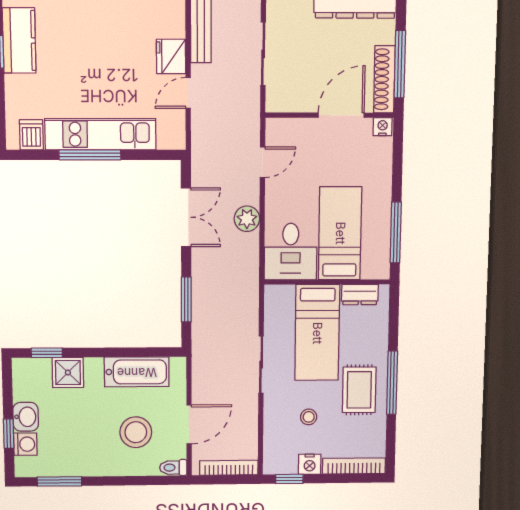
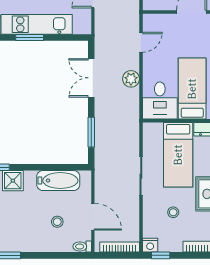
window: (90, 155) -> (30, 38), width x0.69
double door: (186, 217) -> (91, 78), swing flipped
door: (189, 424) -> (93, 217), hinge flipped
stool: (136, 432) -> (57, 222), width x0.53, depth x0.53
nightstand: (310, 464) -> (150, 245), moved

